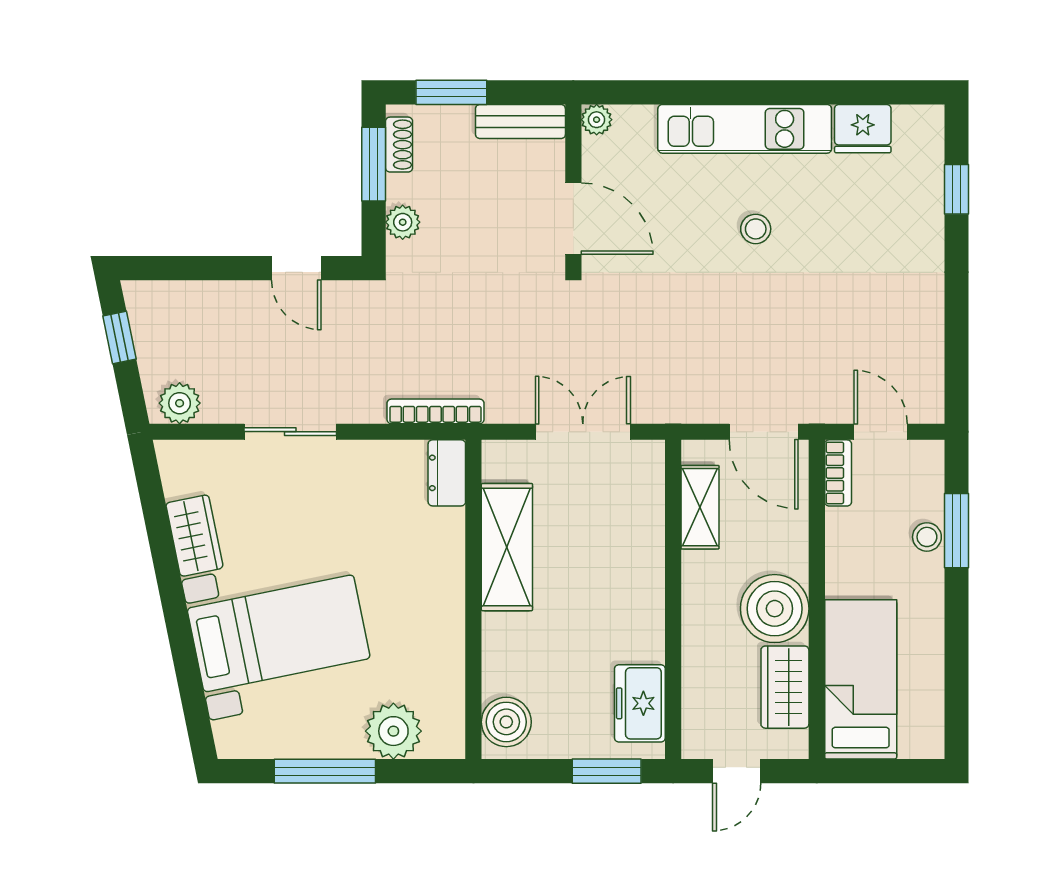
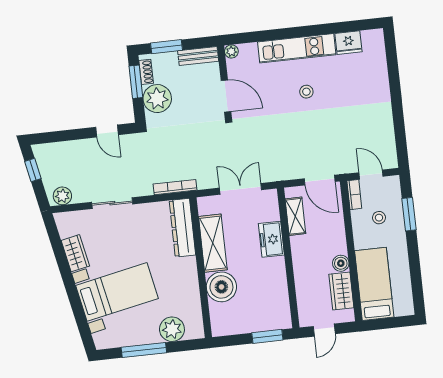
window: (956, 189) -> (392, 65), removed
plant: (403, 222) -> (157, 99), width x1.88, depth x1.88
dresser: (447, 473) -> (182, 228), width x1.96, depth x1.24
stool: (927, 537) -> (379, 218), moved
boiler: (775, 609) -> (341, 263), width x0.54, depth x0.54
freezer: (640, 703) -> (271, 239), moved
boiler: (506, 722) -> (221, 287), moved, width x1.37, depth x1.37

